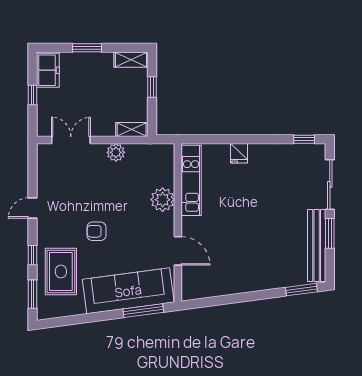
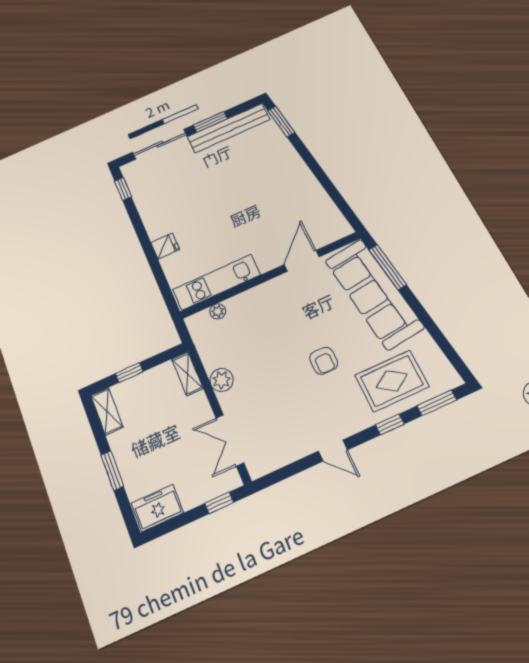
window: (33, 95) -> (219, 503), moved
plant: (163, 200) -> (218, 311), moved, width x0.53, depth x0.53

